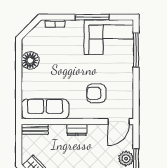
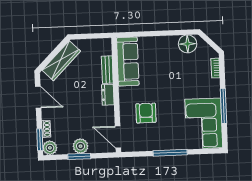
window: (136, 50) -> (170, 153), moved
floor lamp: (30, 60) -> (188, 44), moved
bench: (35, 129) -> (107, 70), moved

